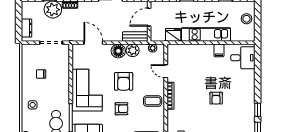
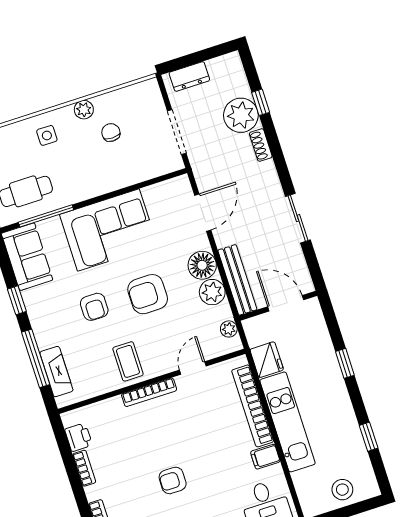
bench: (135, 36) -> (237, 280), width x1.36
bookcase: (193, 49) -> (253, 406), added
plant: (26, 83) -> (84, 110), added

